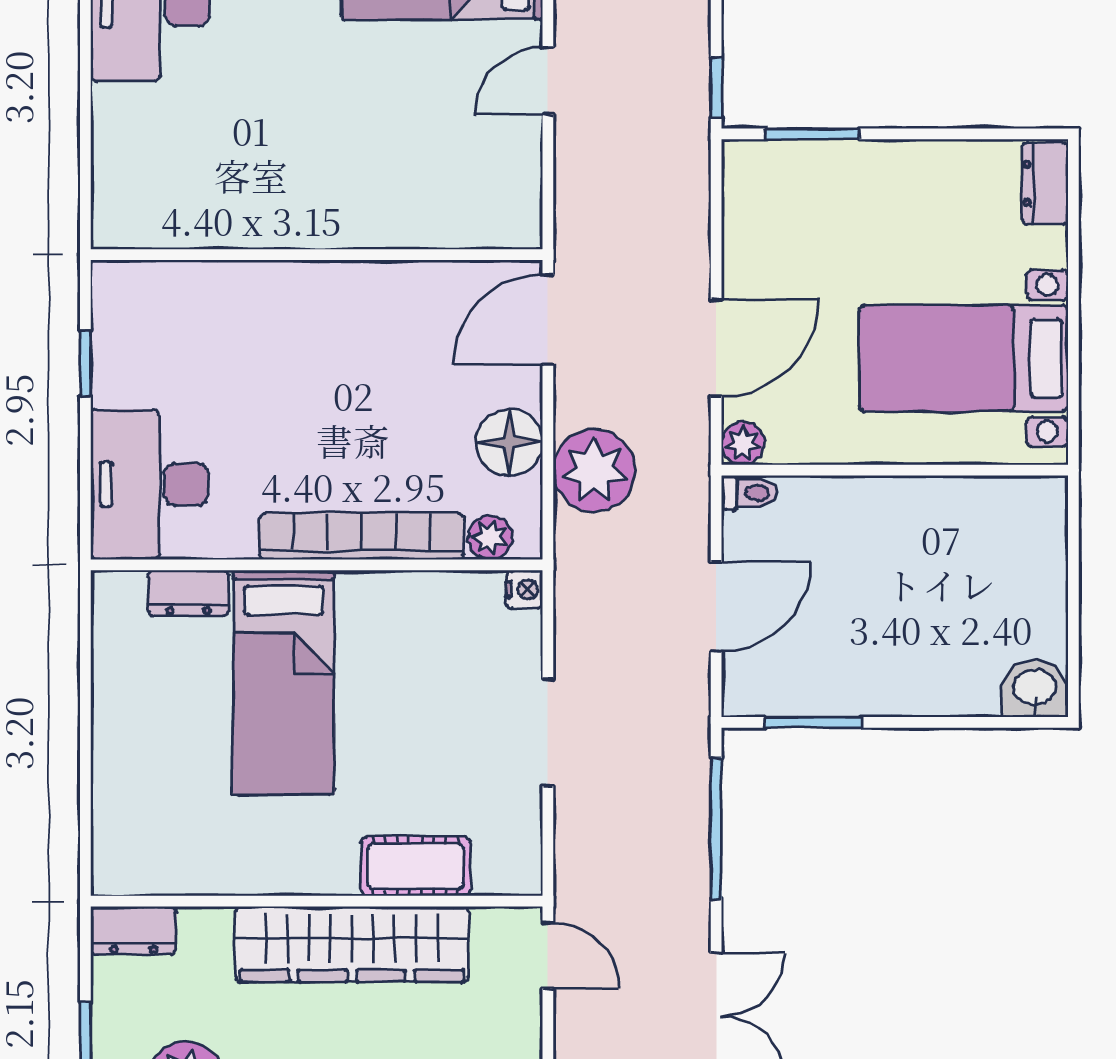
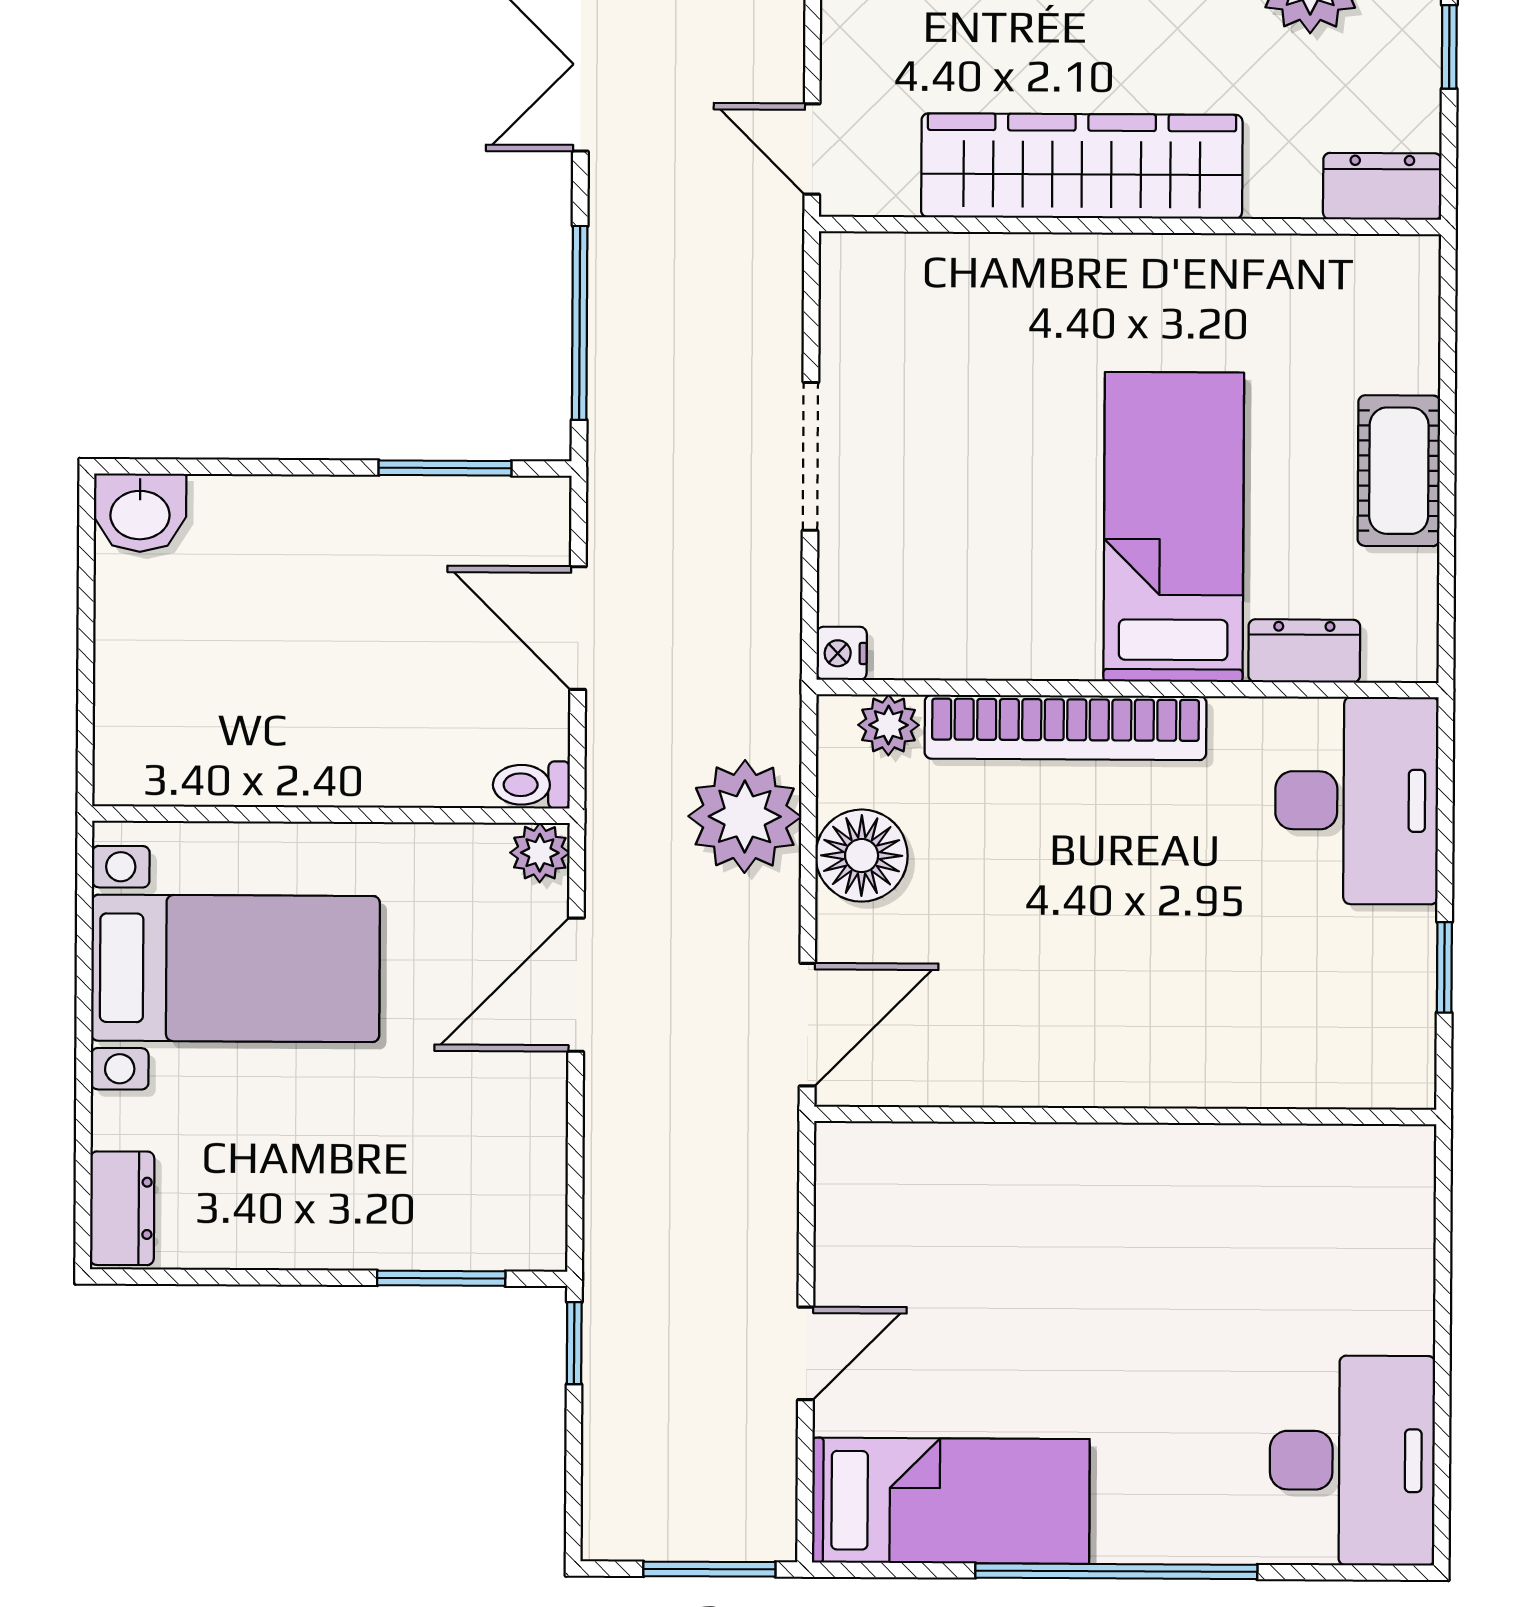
door: (716, 607) -> (578, 628), hinge flipped
cot: (416, 866) -> (1399, 471), moved, turned 90

